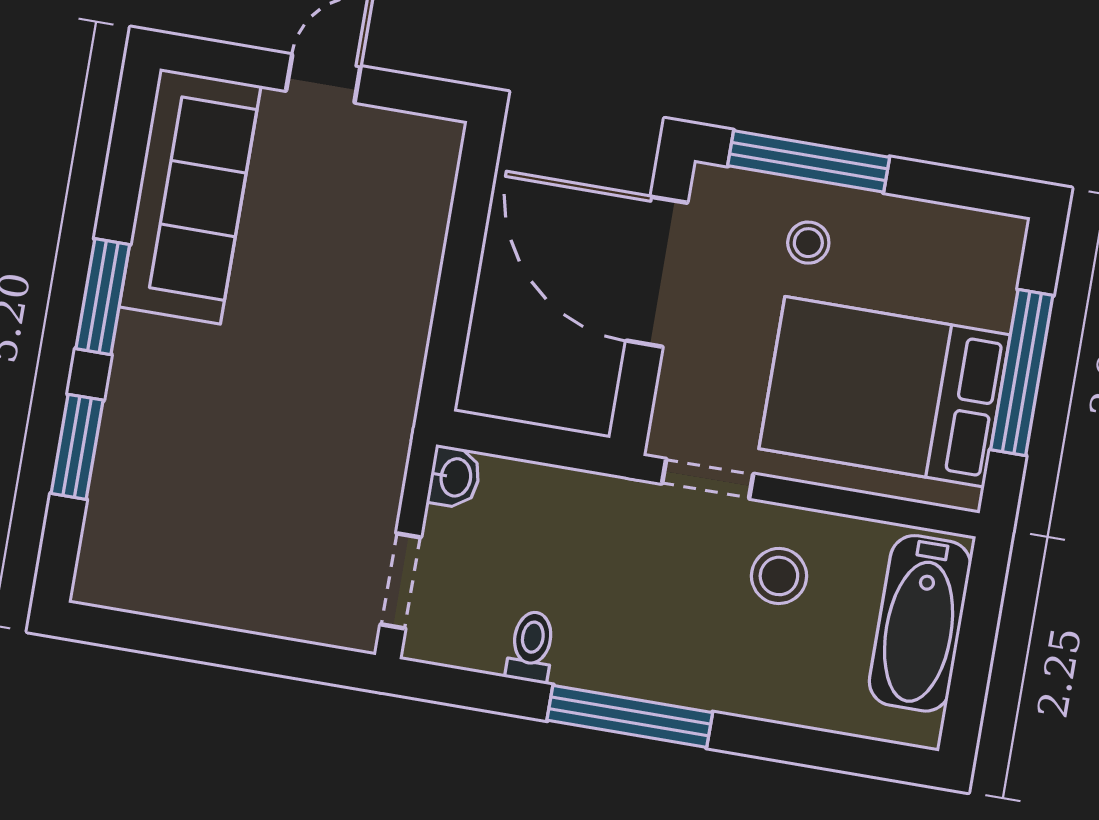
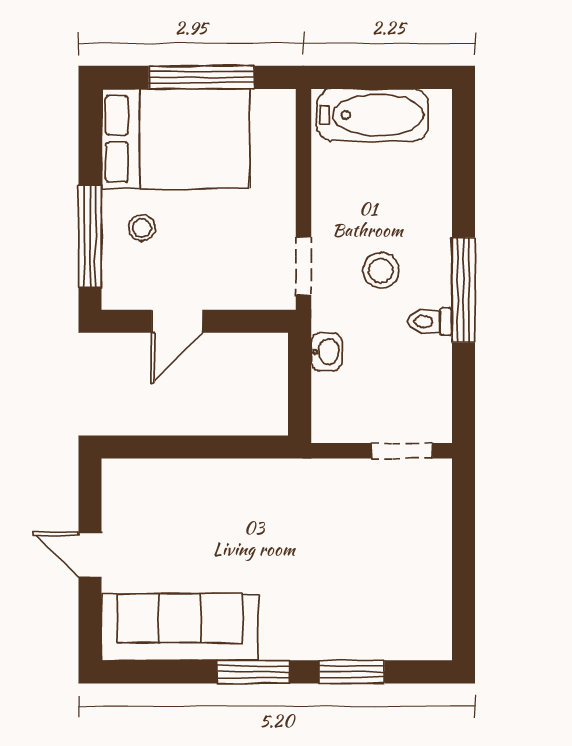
door: (657, 272) -> (177, 321), width x0.53
bed: (885, 392) -> (176, 139), moved, turned -90
washbasin: (454, 477) -> (326, 352), moved, turned 90
stool: (779, 576) -> (381, 271), moved
toilet: (531, 647) -> (430, 322), moved

